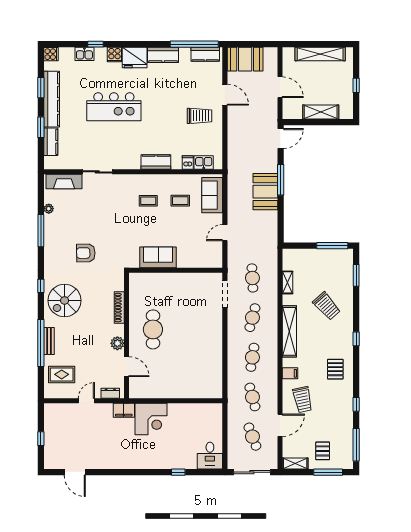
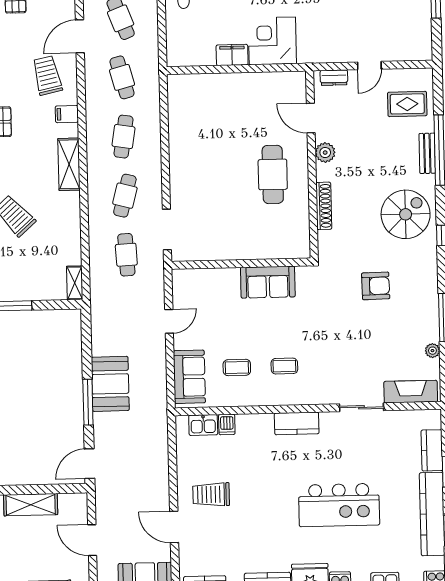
kitchen island: (114, 107) -> (339, 505), turned 180
kitchen counter: (156, 162) -> (297, 423), moved
shelving: (288, 282) -> (75, 283), moved
shelving: (289, 331) -> (69, 164), width x0.68
filing cabinet: (124, 410) -> (232, 55), moved

